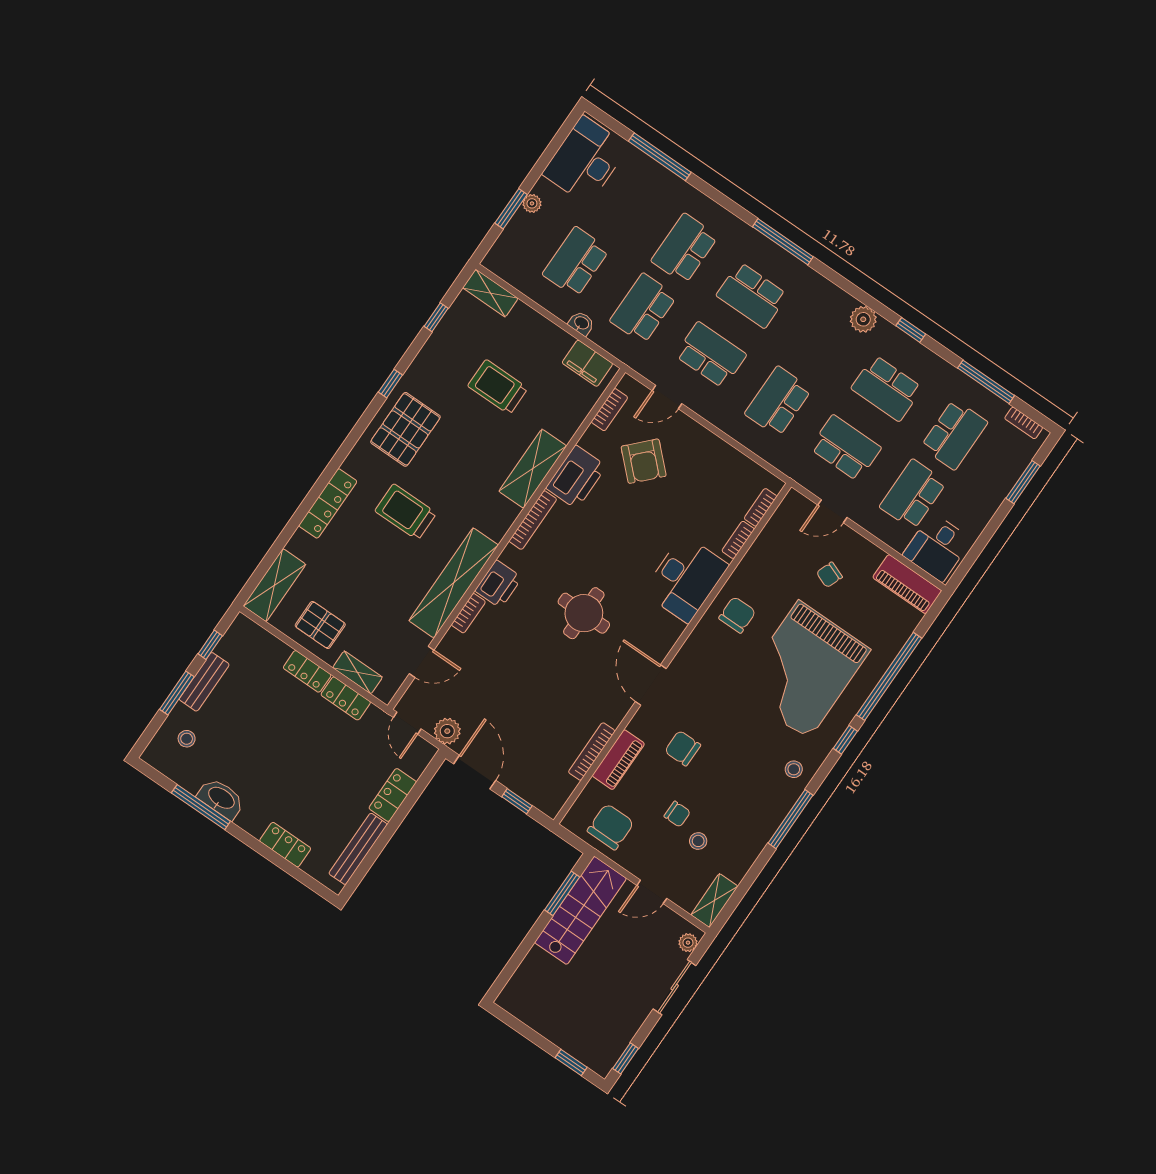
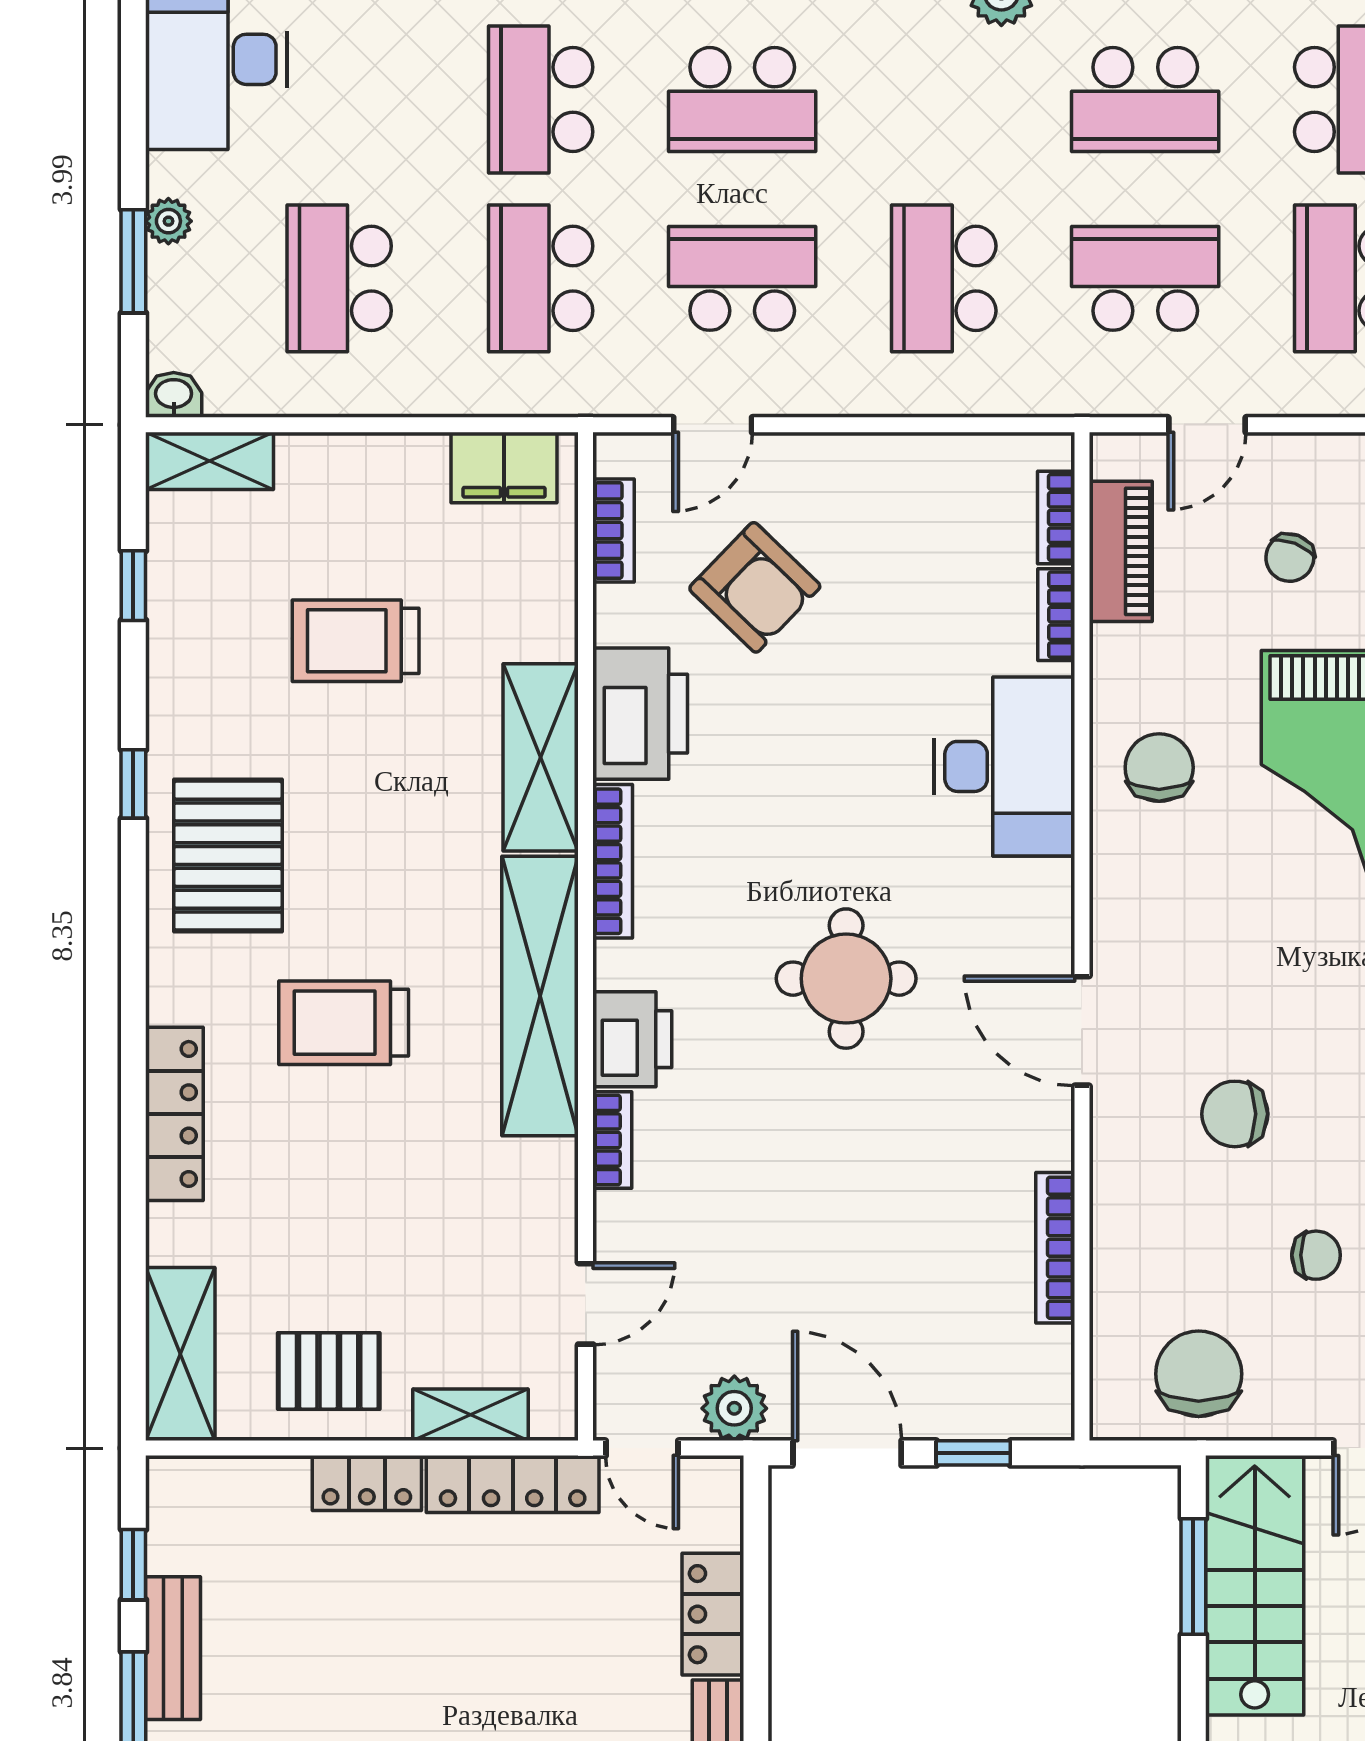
washbasin: (581, 323) -> (174, 395), moved
shelving: (454, 583) -> (540, 996), moved
locker: (346, 698) -> (513, 1484), width x1.53
piano: (618, 760) -> (1121, 551), moved

